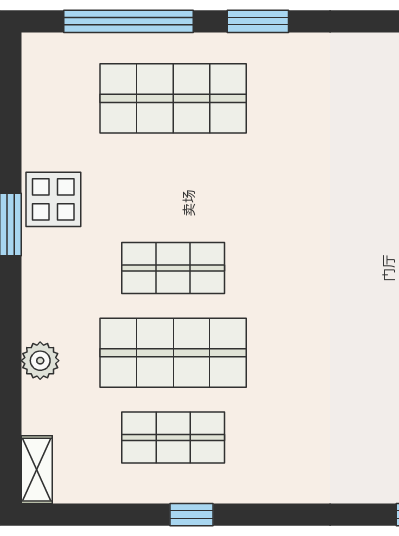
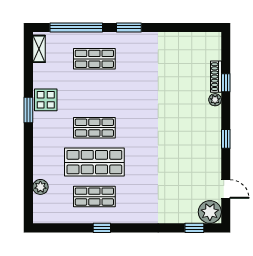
shop shelf: (173, 98) -> (94, 59), width x0.70, depth x0.74
plant: (40, 361) -> (40, 187), moved
shelving: (37, 470) -> (39, 49), moved

